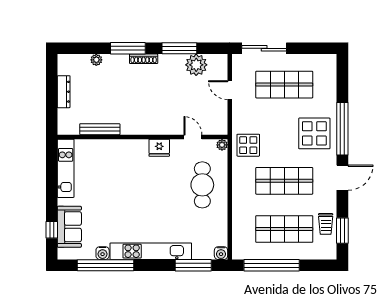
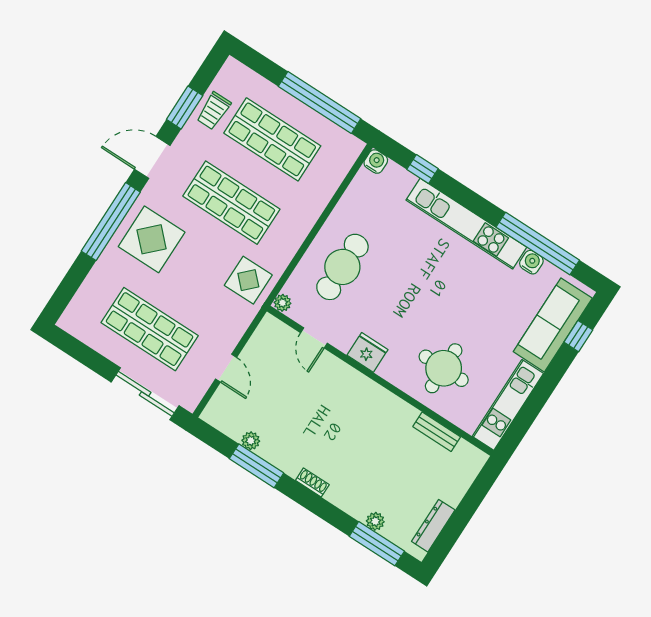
window: (128, 48) -> (377, 544), moved
shoe rack: (144, 59) -> (312, 482), width x0.70
plant: (196, 65) -> (251, 441), width x0.53, depth x0.53
dresser: (64, 92) -> (433, 526), moved
bench: (100, 129) -> (437, 432), width x0.73
round table: (113, 166) -> (444, 368), added
trolley: (326, 224) -> (214, 111), turned 180
sofa: (69, 227) -> (553, 325), width x1.36
window: (342, 231) -> (185, 107), moved
window: (193, 265) -> (422, 169), width x0.46

